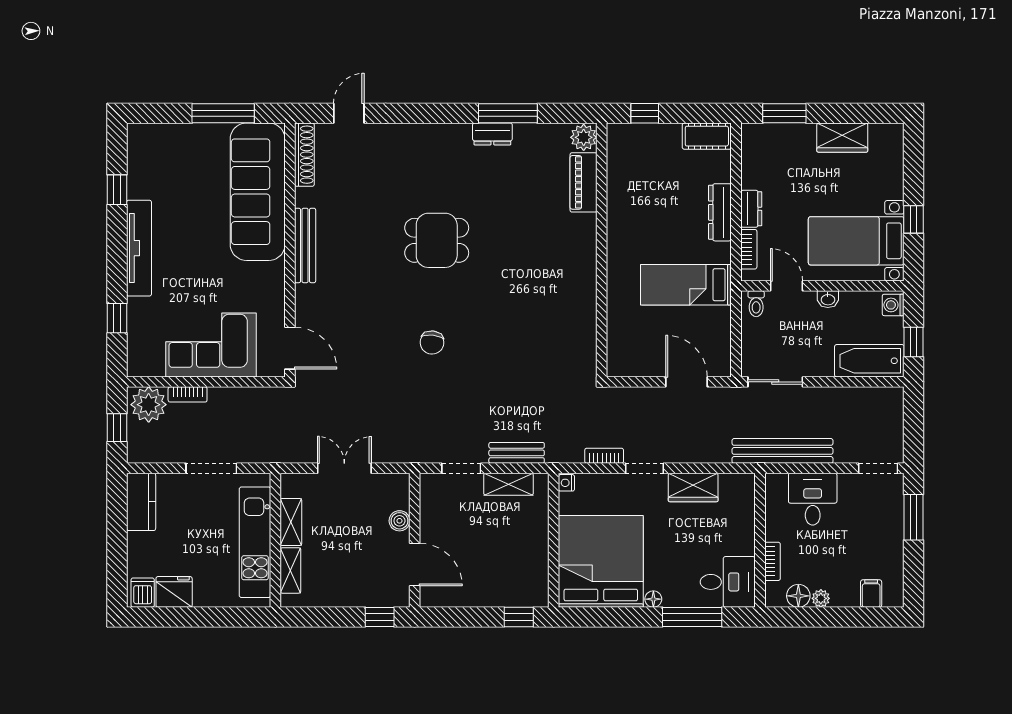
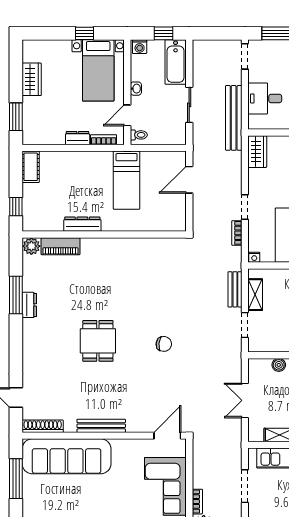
dresser: (720, 212) -> (82, 224), moved, turned 180
sliding door: (775, 382) -> (189, 105), moved
wardrobe: (693, 487) -> (257, 152), moved

